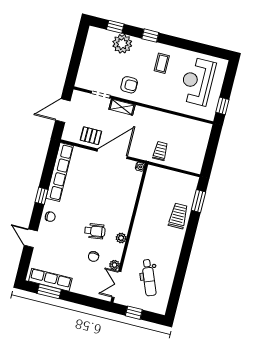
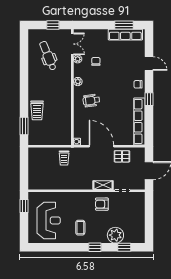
door: (112, 154) -> (101, 146), swing flipped
wheelchair: (95, 231) -> (91, 100), moved

